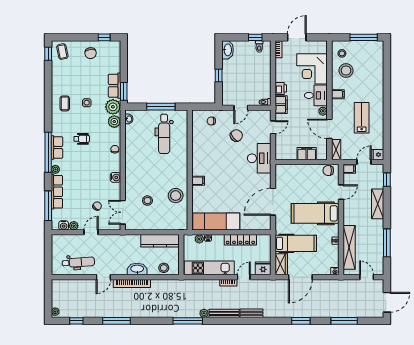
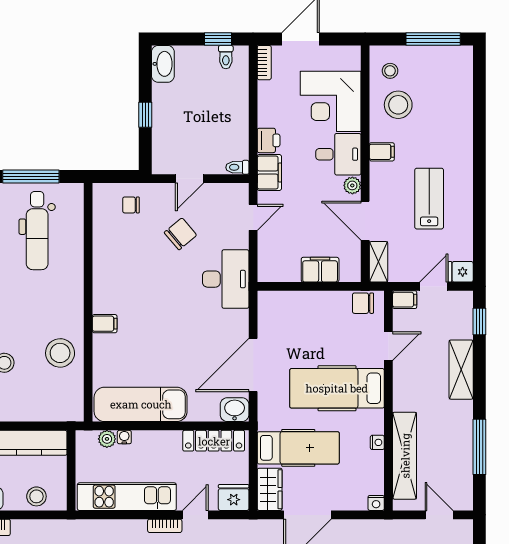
washbasin: (264, 224) -> (235, 410), added
locker: (240, 240) -> (214, 441), moved

